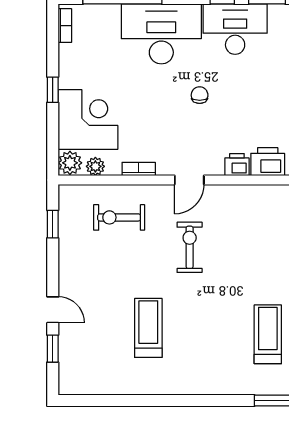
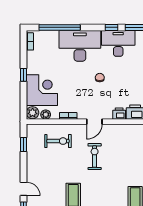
exercise bike: (119, 217) -> (58, 141), turned 180

